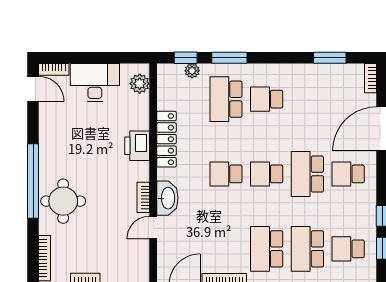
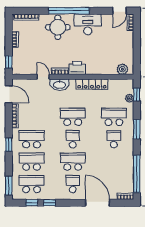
window: (229, 58) -> (137, 129), moved
window: (330, 58) -> (137, 174), width x2.11
desk: (95, 82) -> (88, 24), moved, turned -90
printer: (137, 146) -> (77, 68), moved
school desk: (226, 174) -> (73, 117), width x1.85
school desk: (348, 249) -> (32, 184), width x1.85

